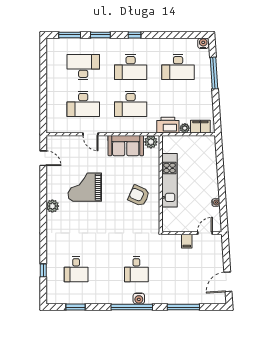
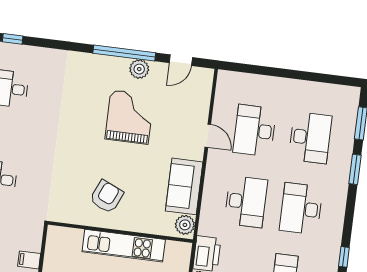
window: (135, 35) -> (344, 257), moved
desk: (131, 104) -> (246, 202), turned 180
door: (90, 134) -> (208, 136), swing flipped
window: (43, 196) -> (124, 53), added
plant: (52, 206) -> (139, 69), moved

